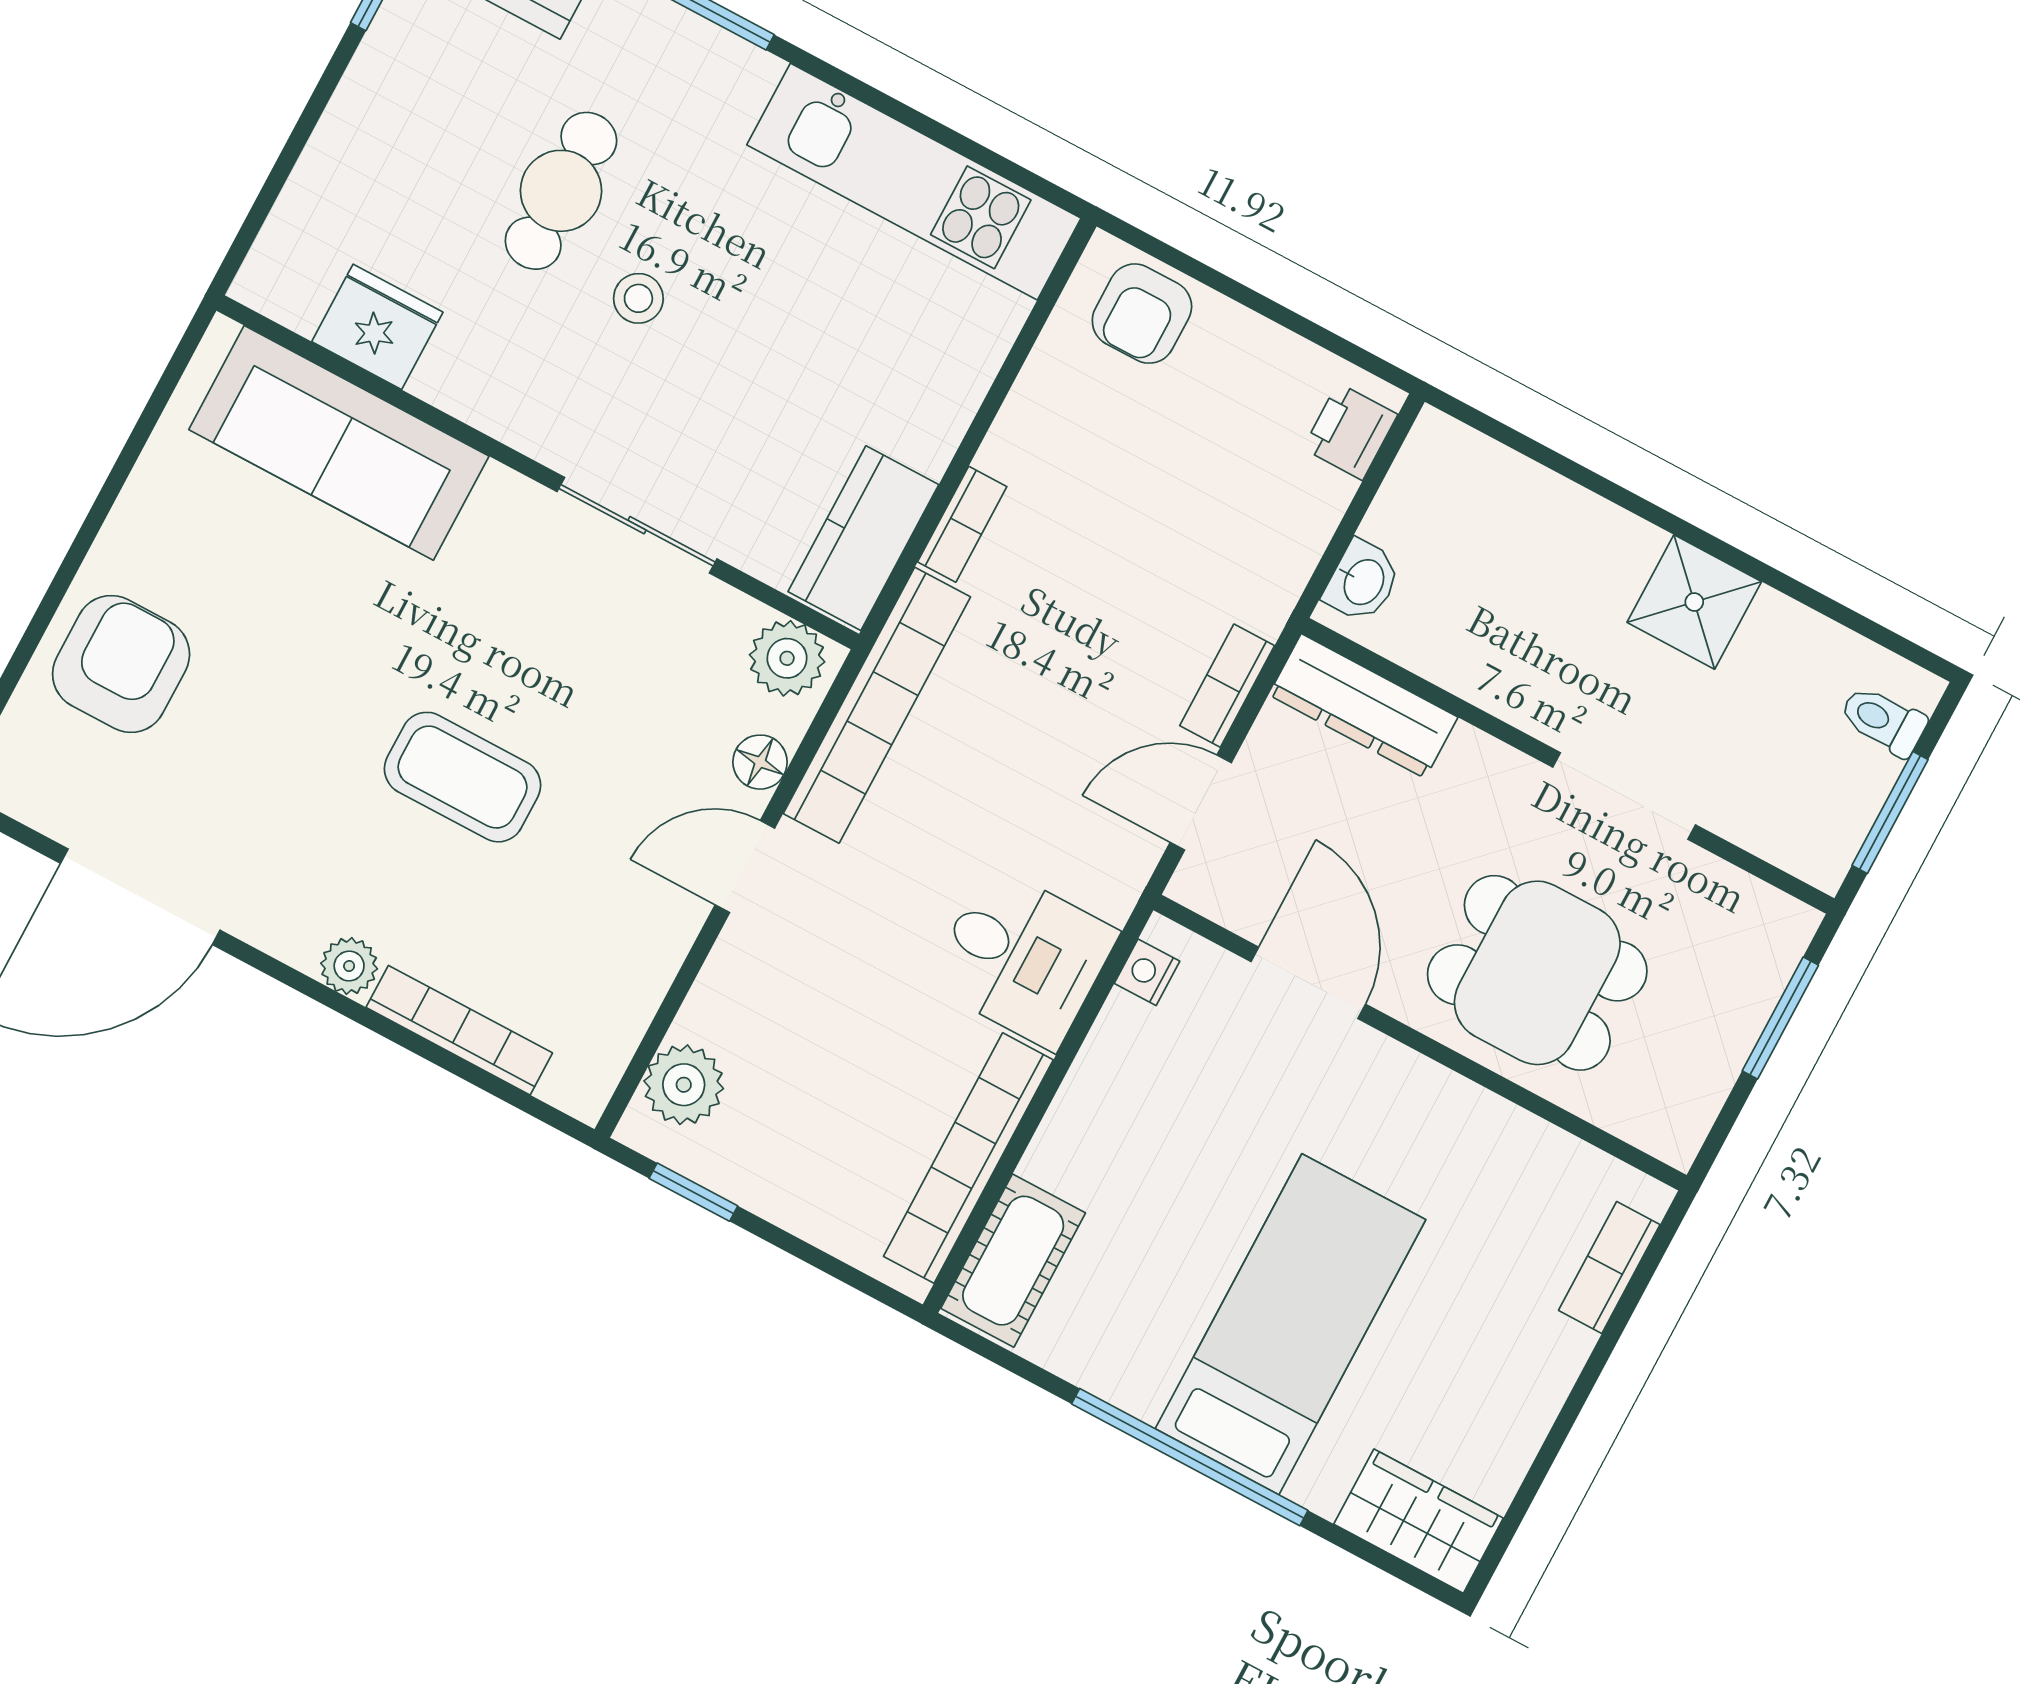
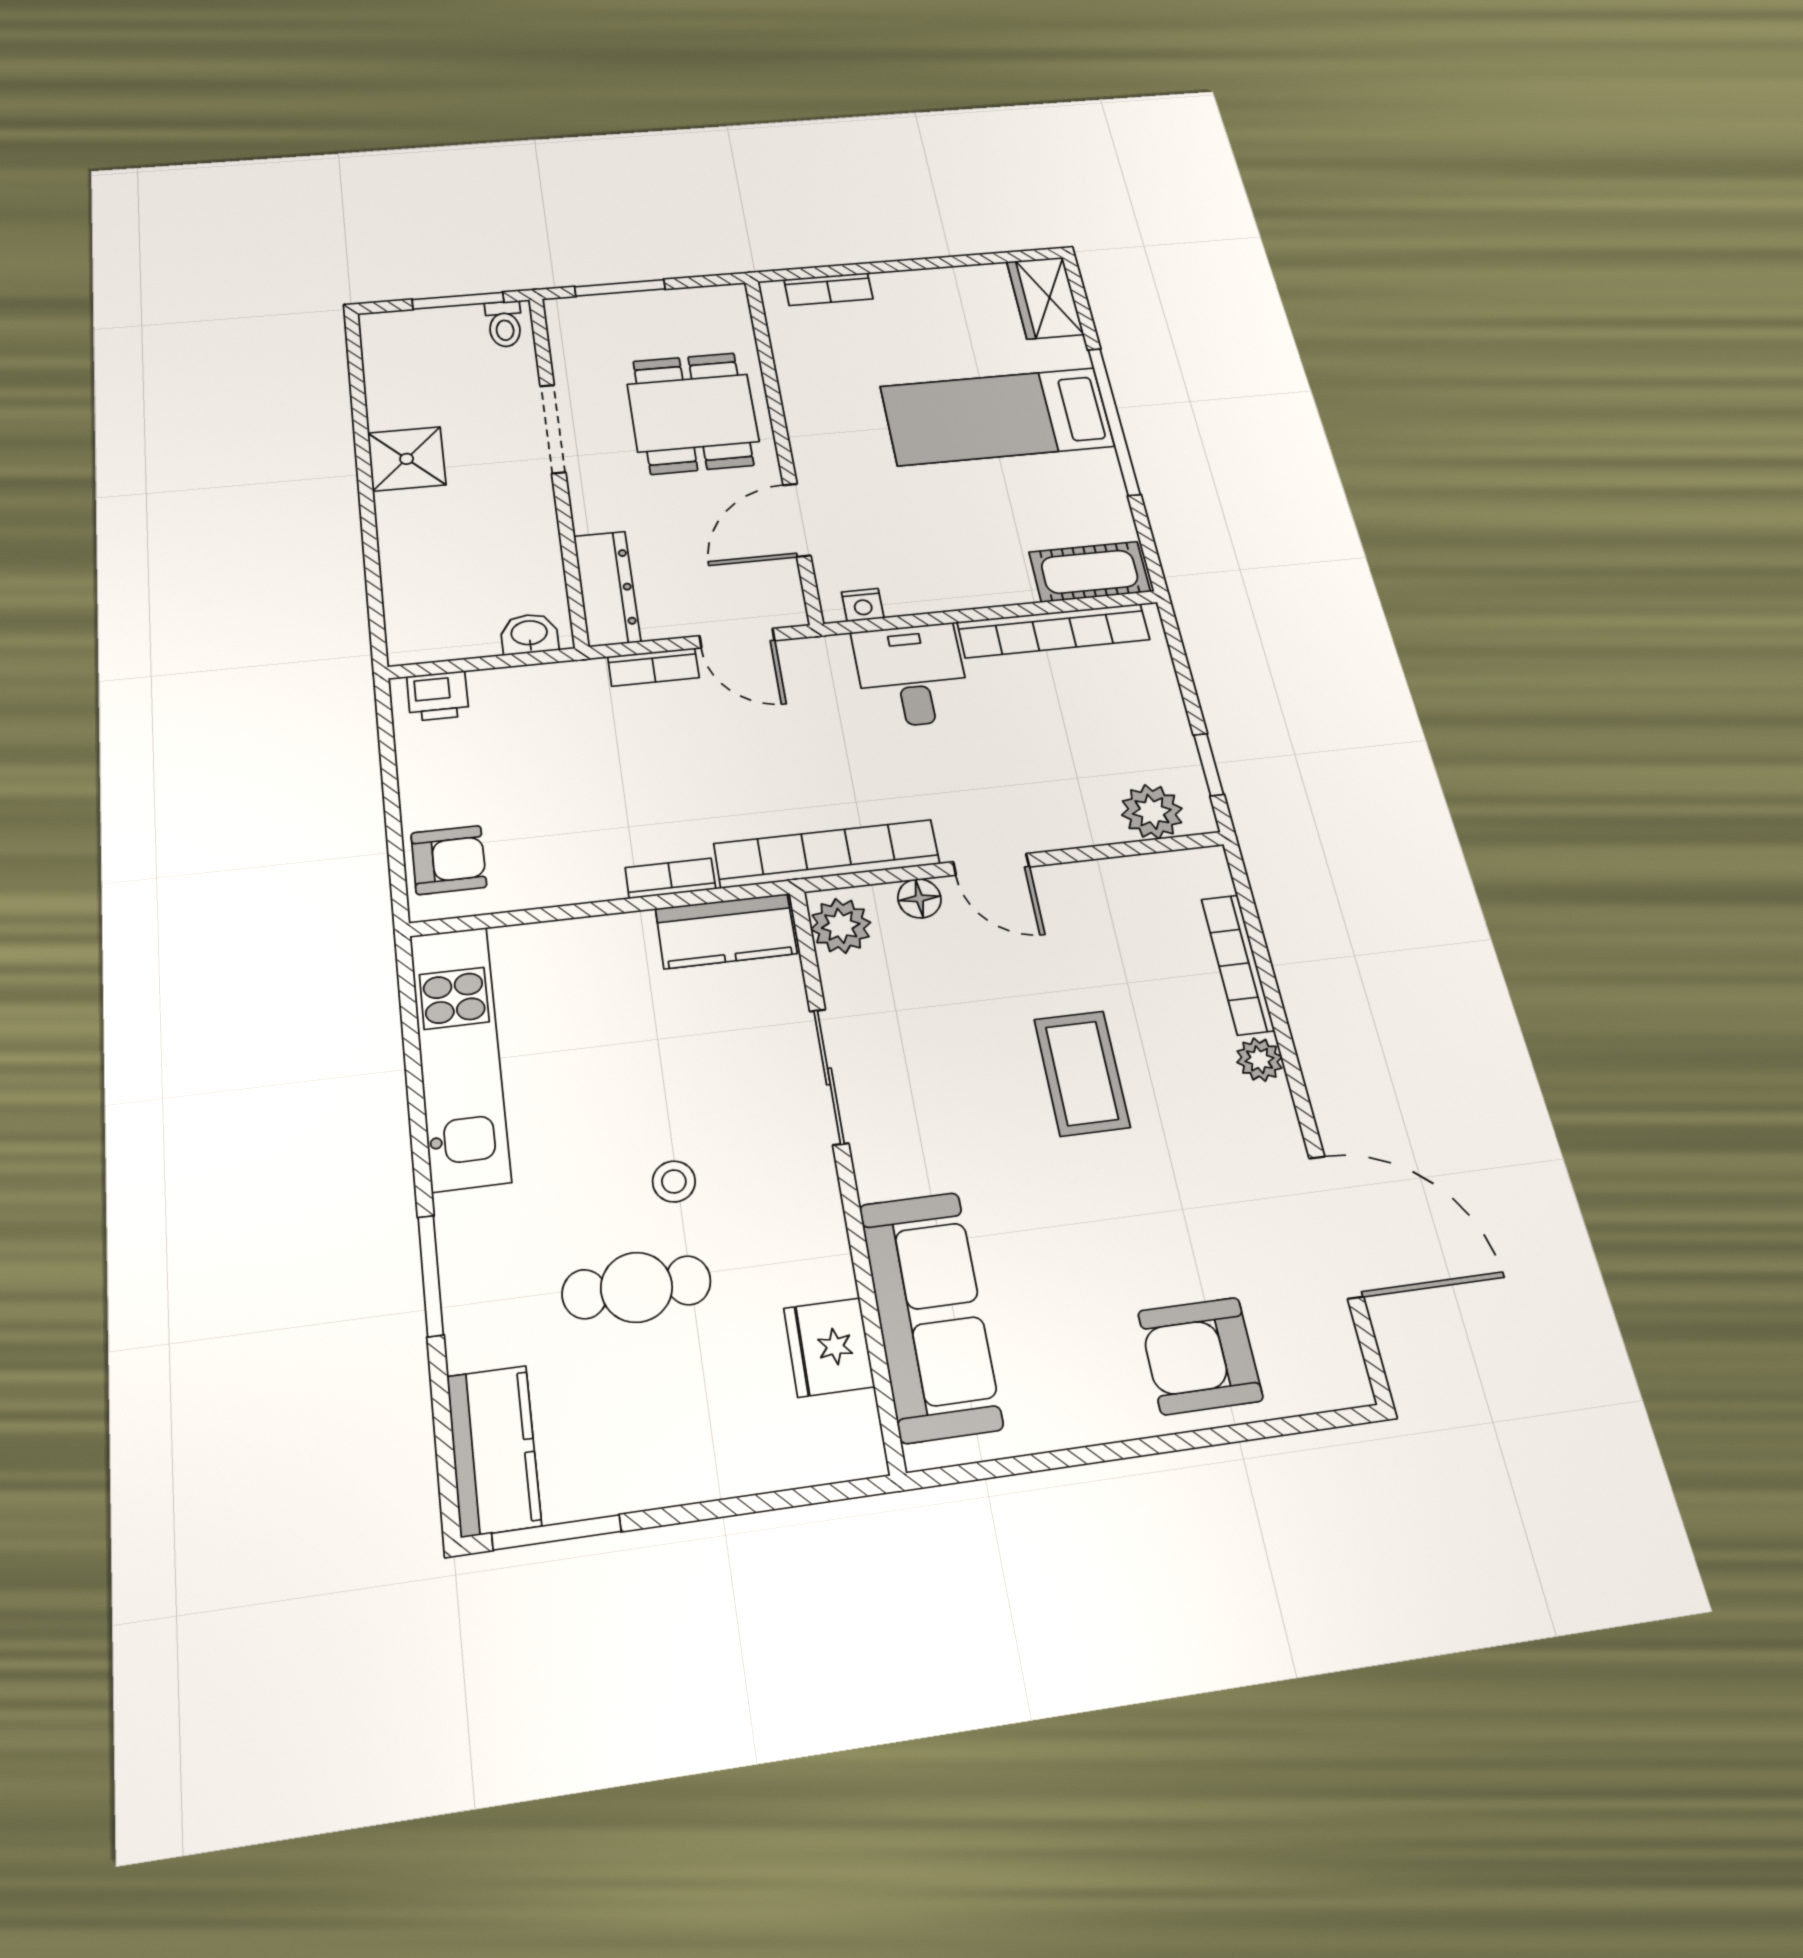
toilet: (1883, 721) -> (504, 324), moved

